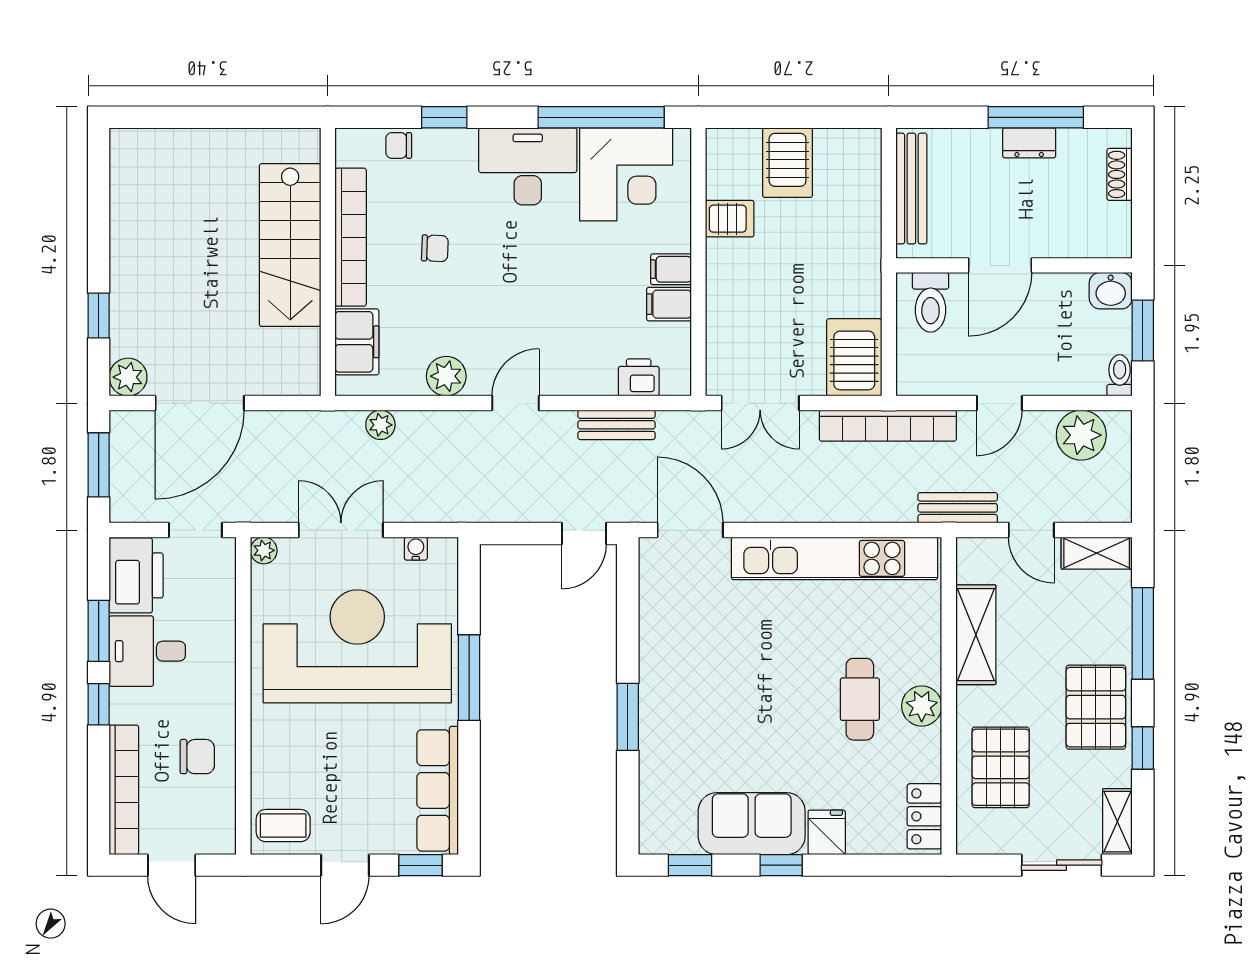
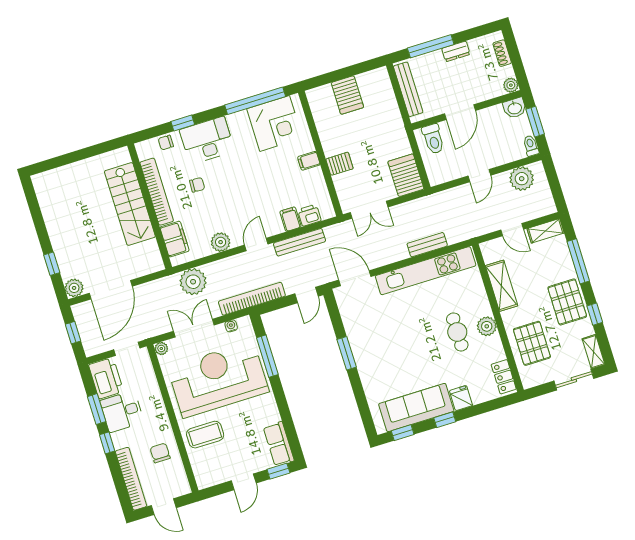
window: (1036, 117) -> (431, 46), moved
desk: (528, 166) -> (207, 140), moved
server rack: (730, 219) -> (339, 164), moved
plant: (1117, 243) -> (511, 85), added
filing cabinet: (669, 304) -> (290, 219), moved, turned 90
plant: (380, 425) -> (193, 282), width x1.87, depth x1.87
bench: (616, 425) -> (300, 242), width x1.36
bookcase: (888, 426) -> (252, 299), moved, turned 180
window: (99, 465) -> (73, 333), width x0.67
bench: (958, 508) -> (427, 245), moved
window: (469, 678) -> (267, 356), moved
window: (628, 717) -> (347, 353), moved
chair: (197, 757) -> (160, 453), turned -90
row of seats: (438, 790) -> (279, 444), width x0.68
sofa: (752, 824) -> (416, 408), width x1.36
coffee table: (283, 826) -> (205, 435), moved, width x1.36, depth x1.30

